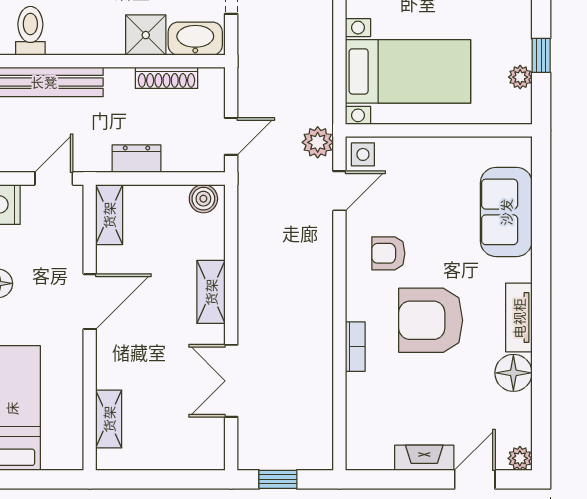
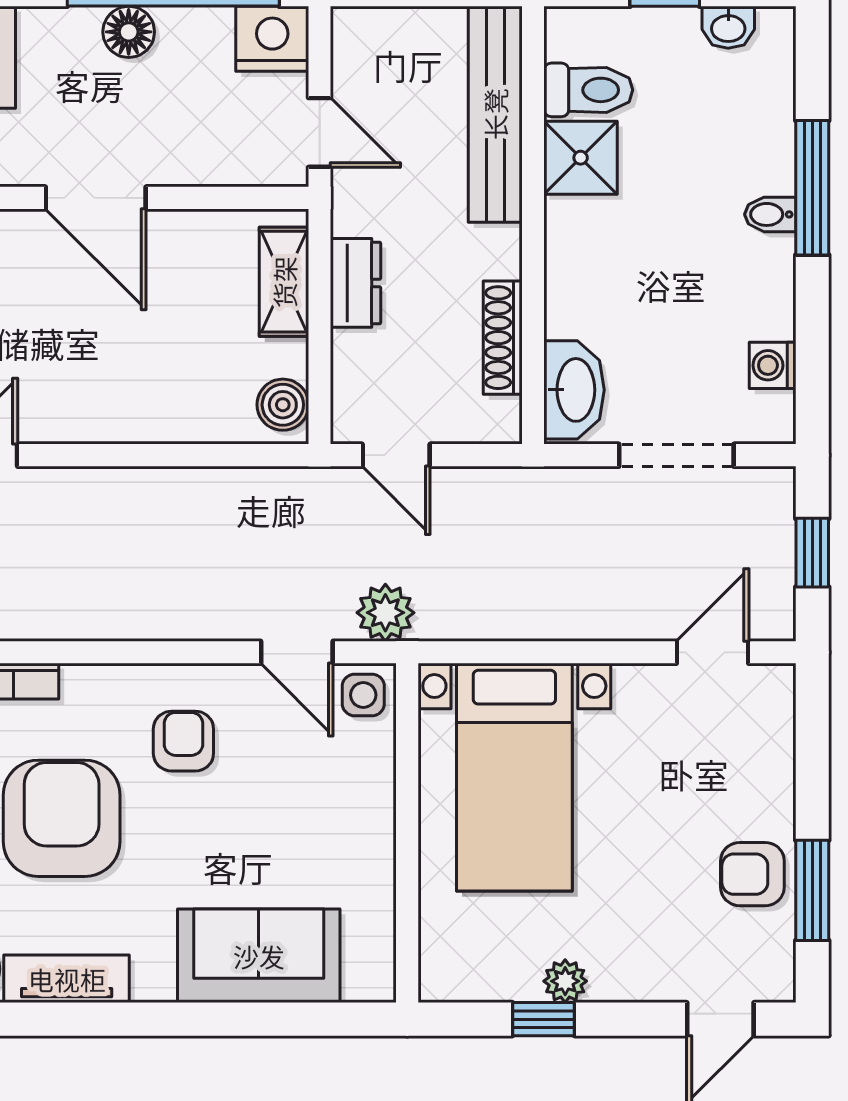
shower: (146, 35) -> (581, 158), moved
plant: (520, 77) -> (565, 981), moved
shelving: (109, 215) -> (284, 282), moved, turned 90
shelving: (211, 292) -> (113, 418), removed

